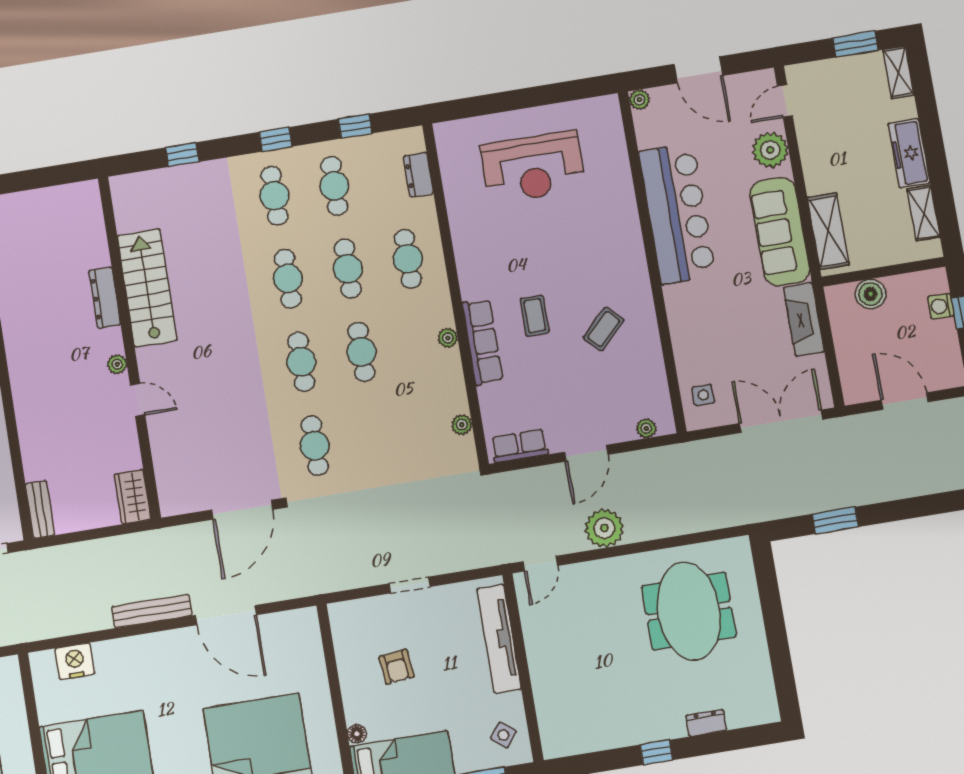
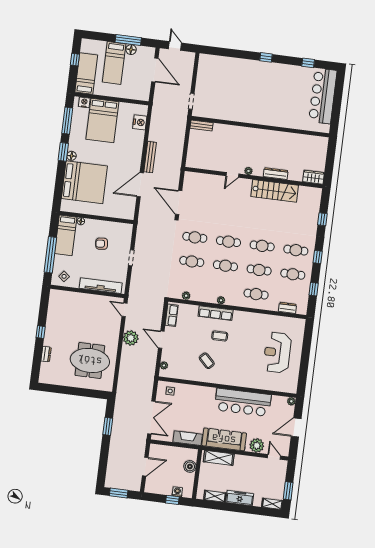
cafe table: (375, 436) -> (192, 261), added
wardrobe: (133, 497) -> (313, 177), moved

